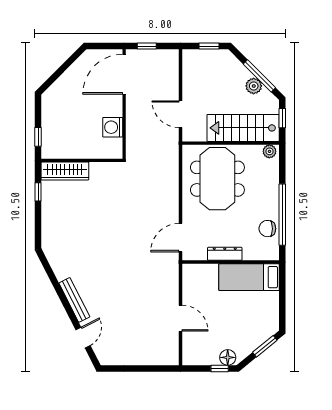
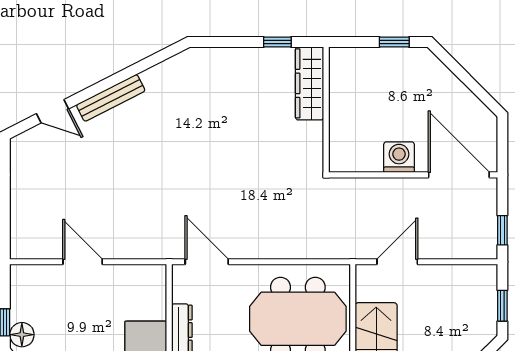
window: (147, 46) -> (502, 230), moved
washing machine: (113, 127) -> (399, 157), moved
window: (38, 137) -> (394, 42), moved
door: (181, 318) -> (83, 262), swing flipped

